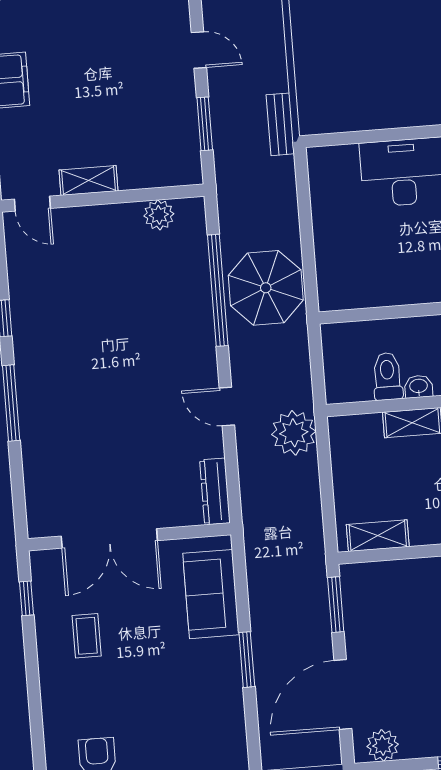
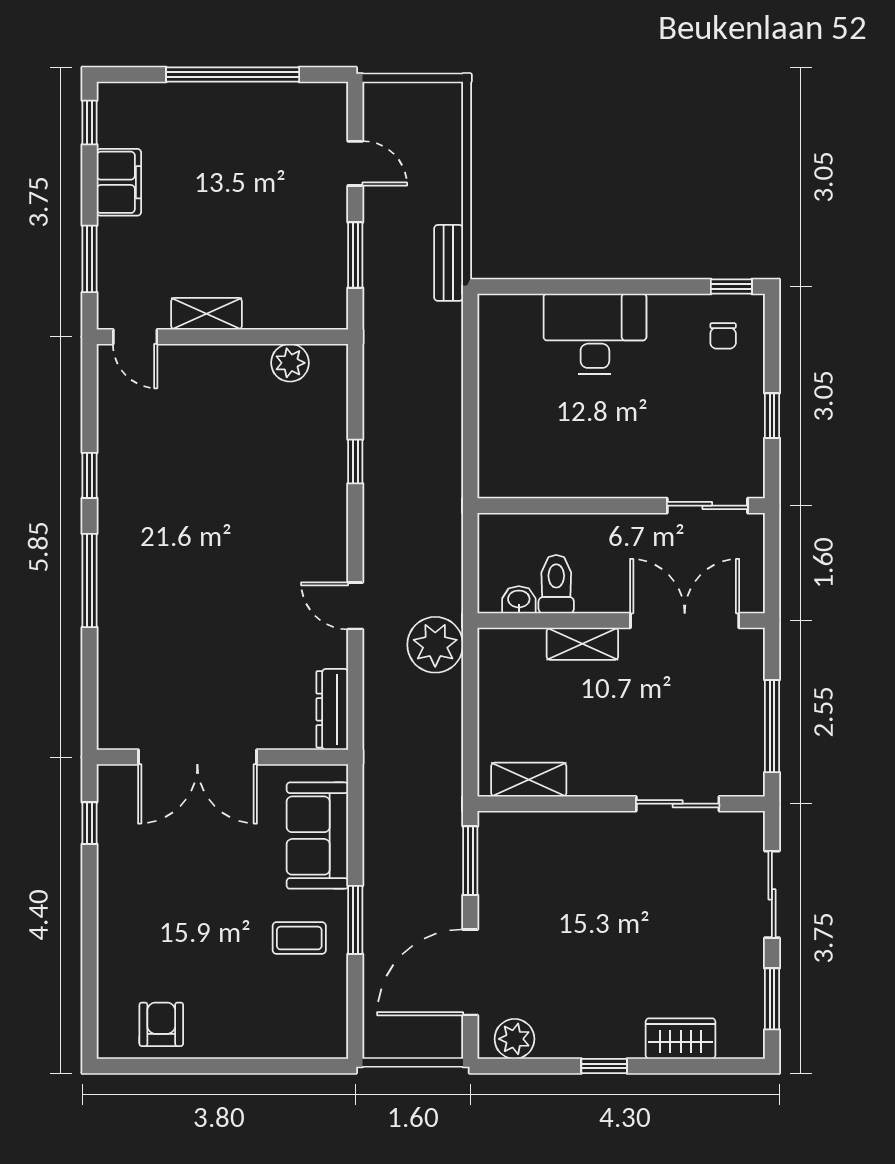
parasol: (266, 288) -> (415, 463), removed
window: (218, 290) -> (355, 462), width x0.32
washbasin: (419, 387) -> (519, 600), moved
coffee table: (87, 636) -> (299, 938), moved, turned 90

